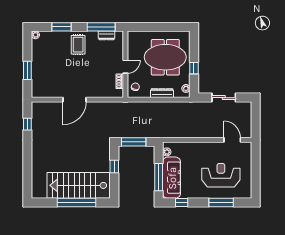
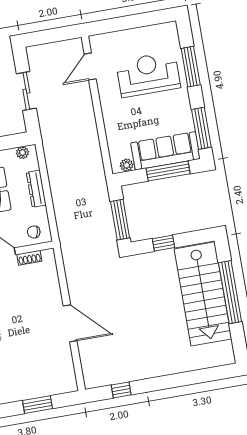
reception desk: (221, 175) -> (148, 75), turned 90
window: (182, 202) -> (201, 128), width x2.17

